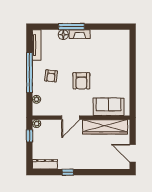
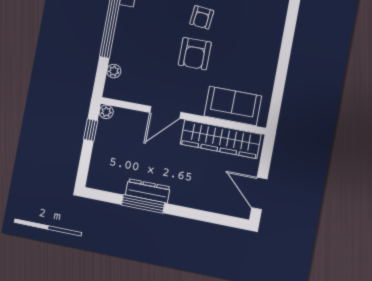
armchair: (51, 76) -> (202, 17), moved
dresser: (45, 164) -> (148, 191), moved
window: (68, 172) -> (143, 204), width x2.17

